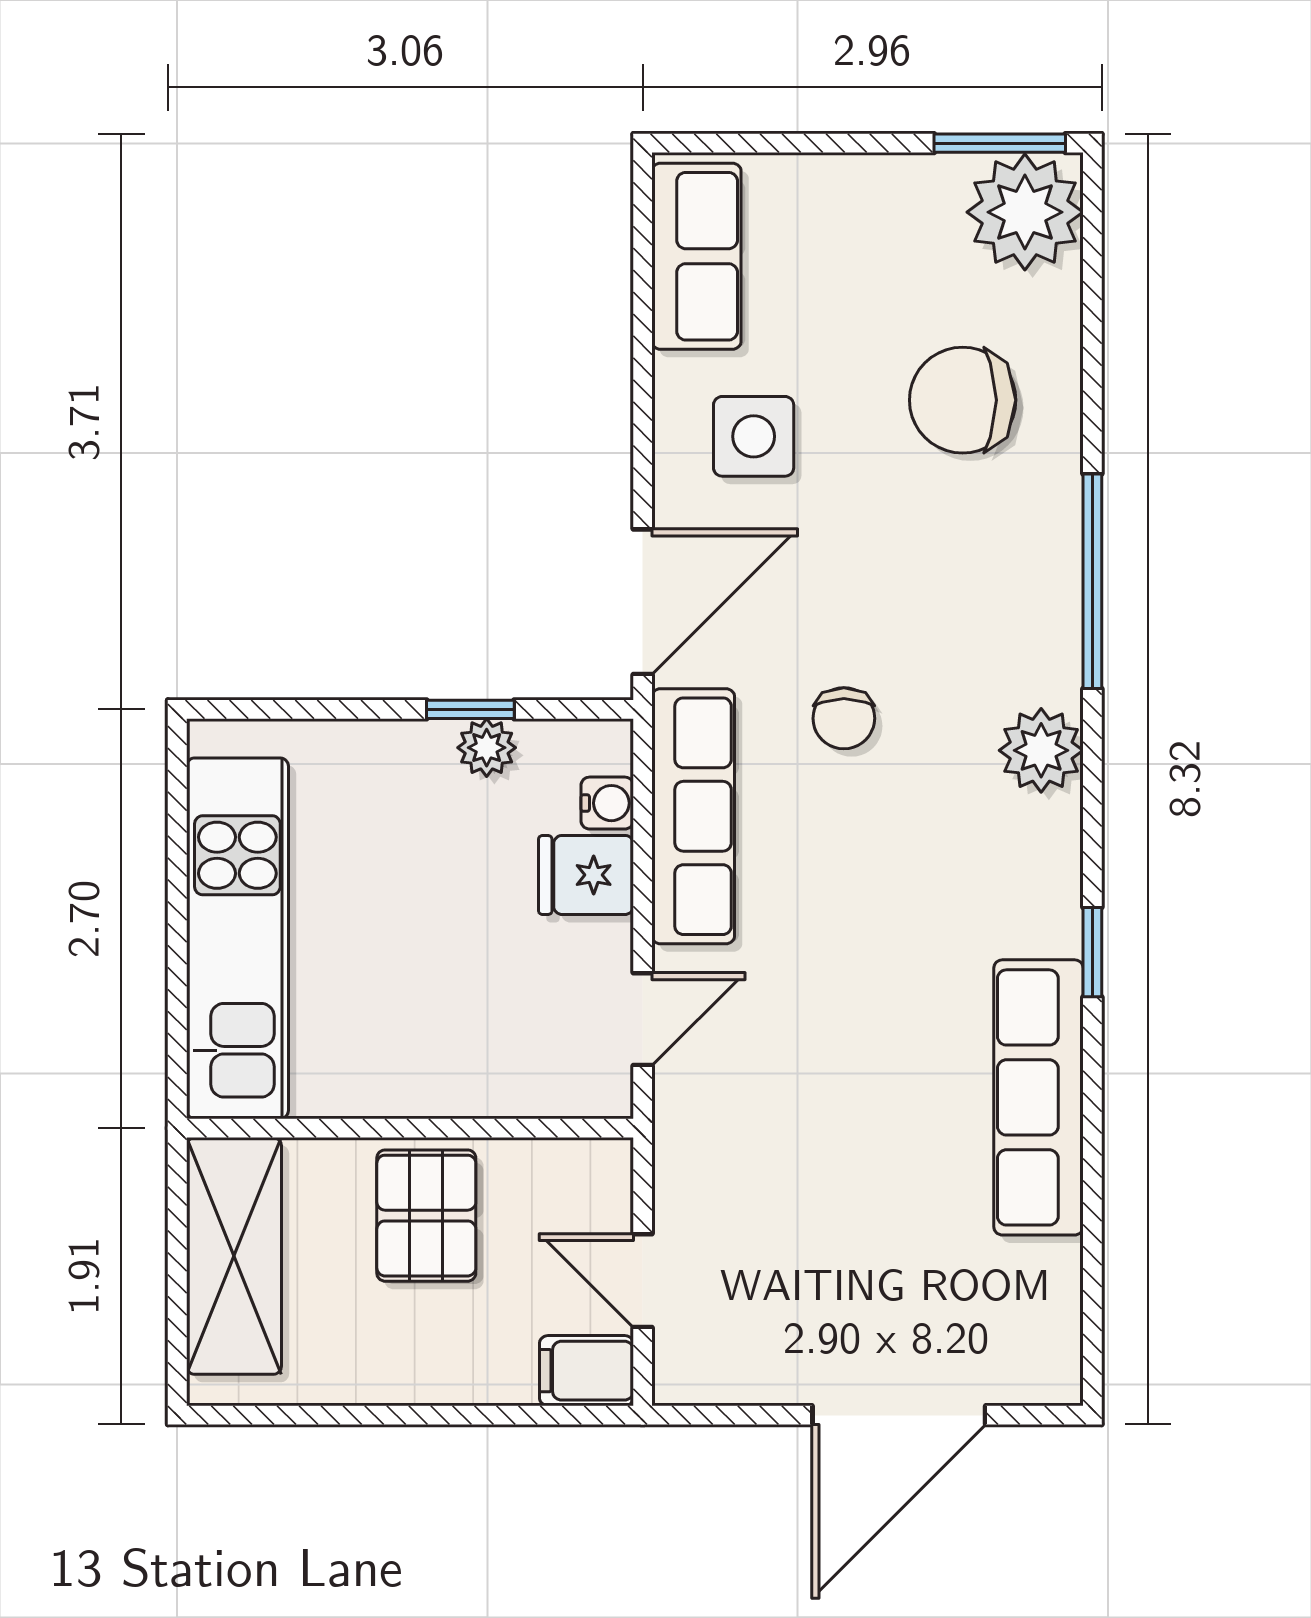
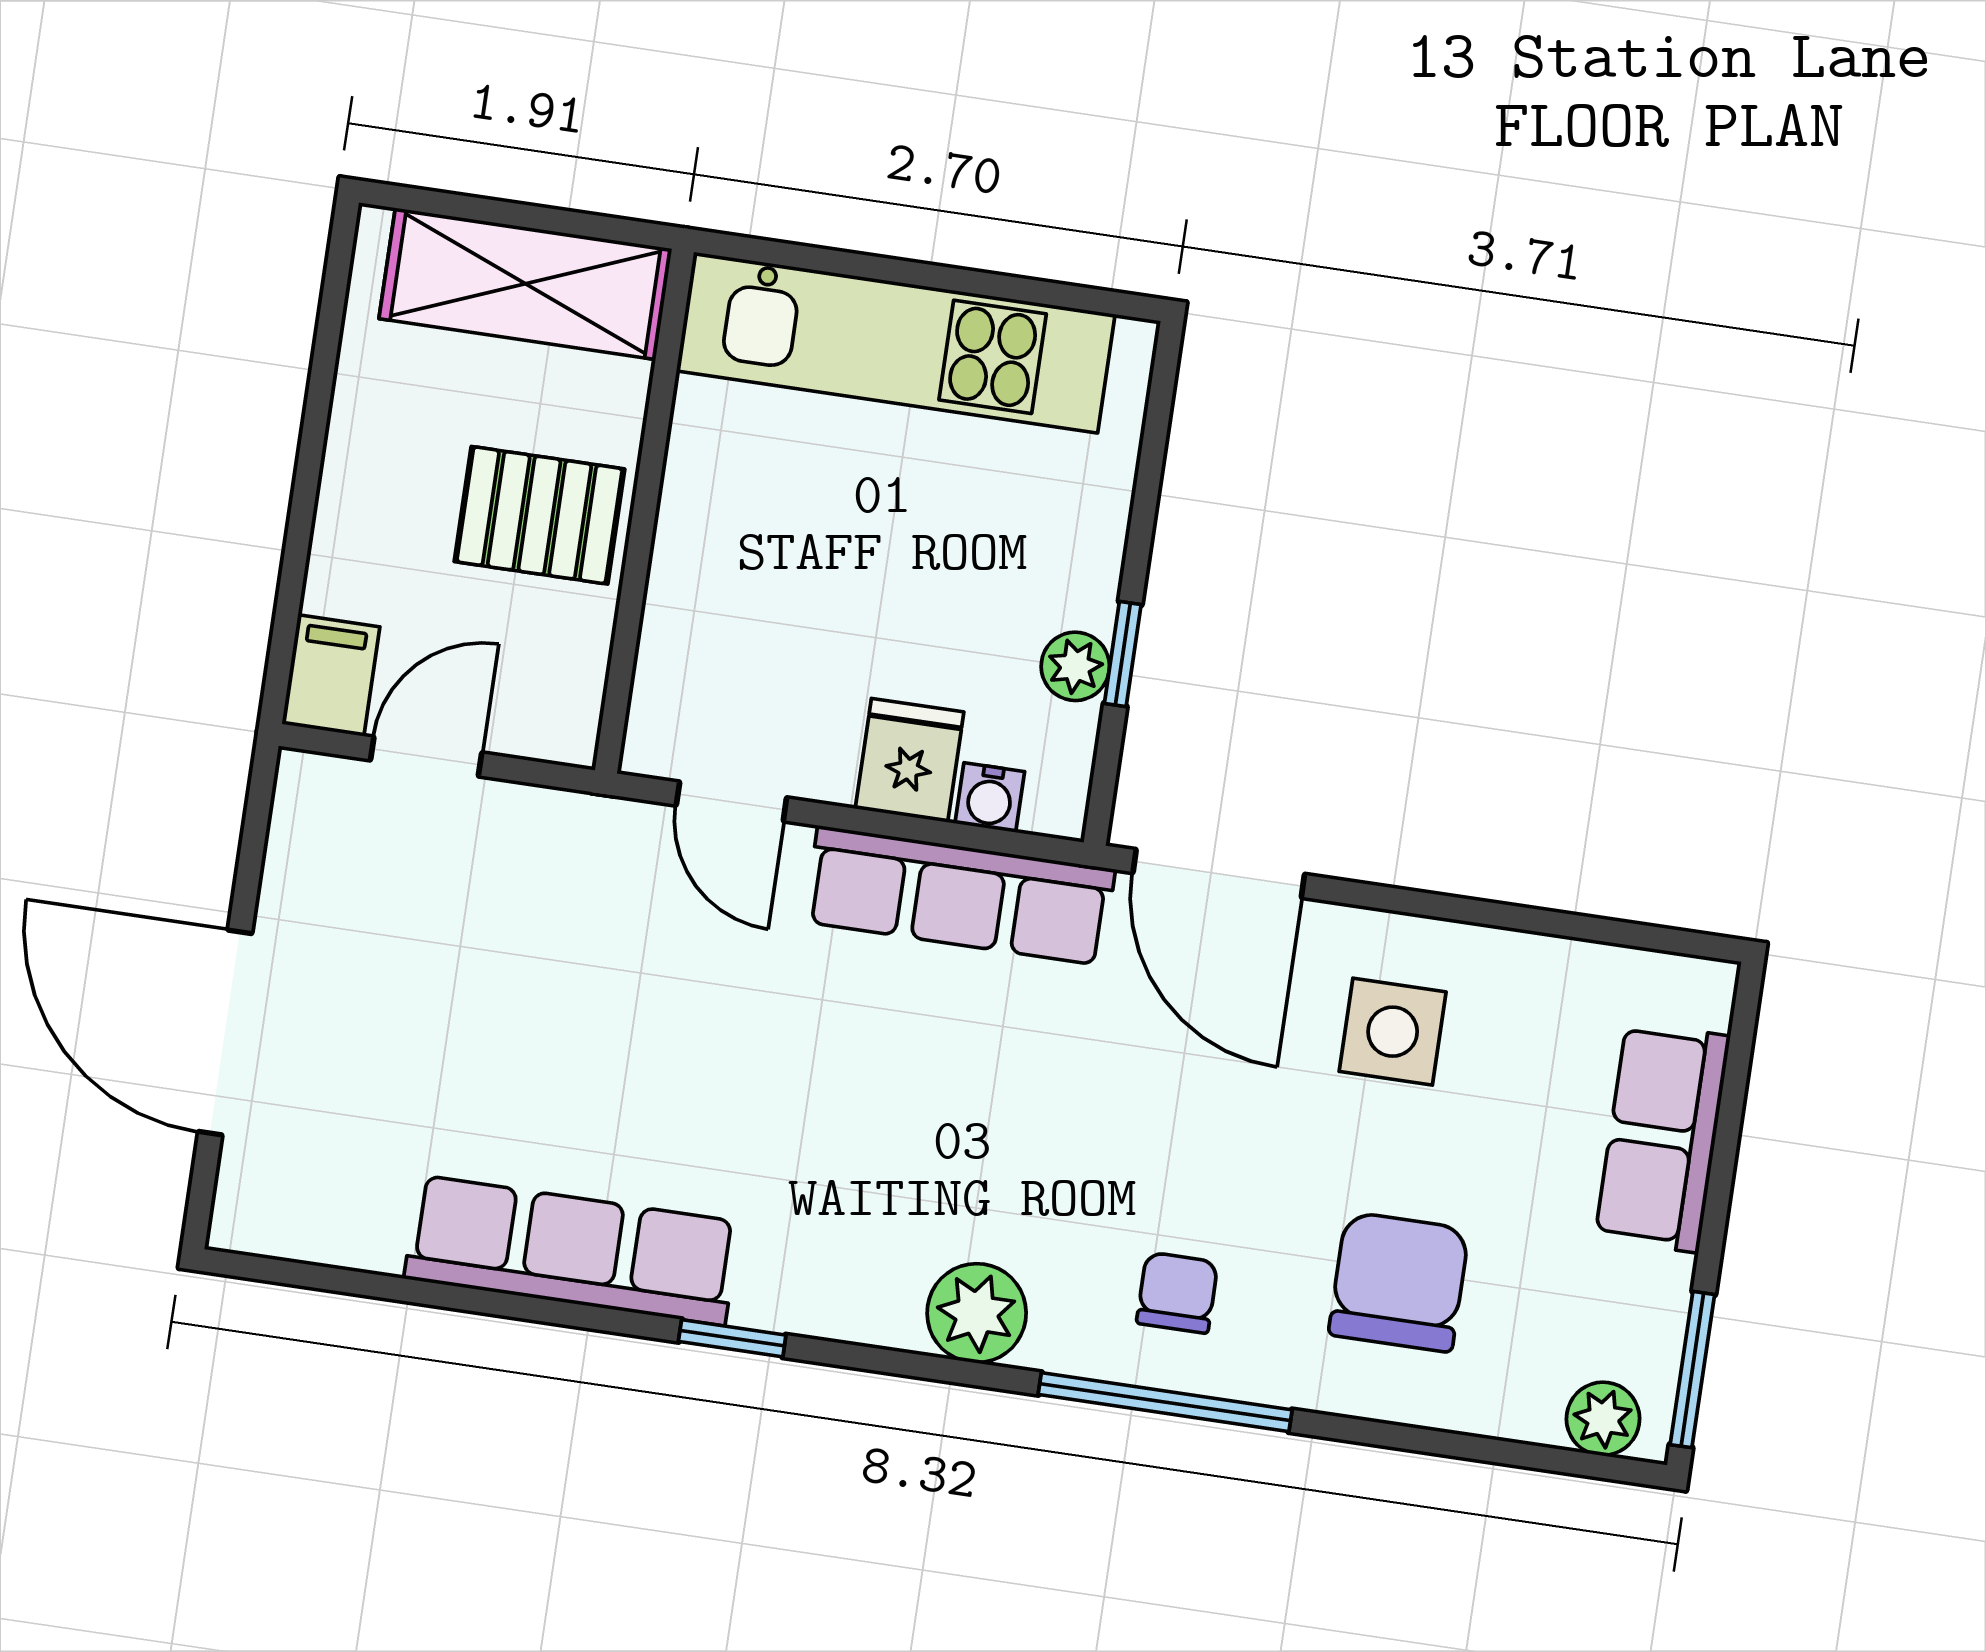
plant: (1025, 212) -> (1603, 1419), width x0.53, depth x0.53
row of seats: (696, 256) -> (1663, 1137), moved, turned 90
chair: (844, 718) -> (1177, 1293), moved, turned 90

